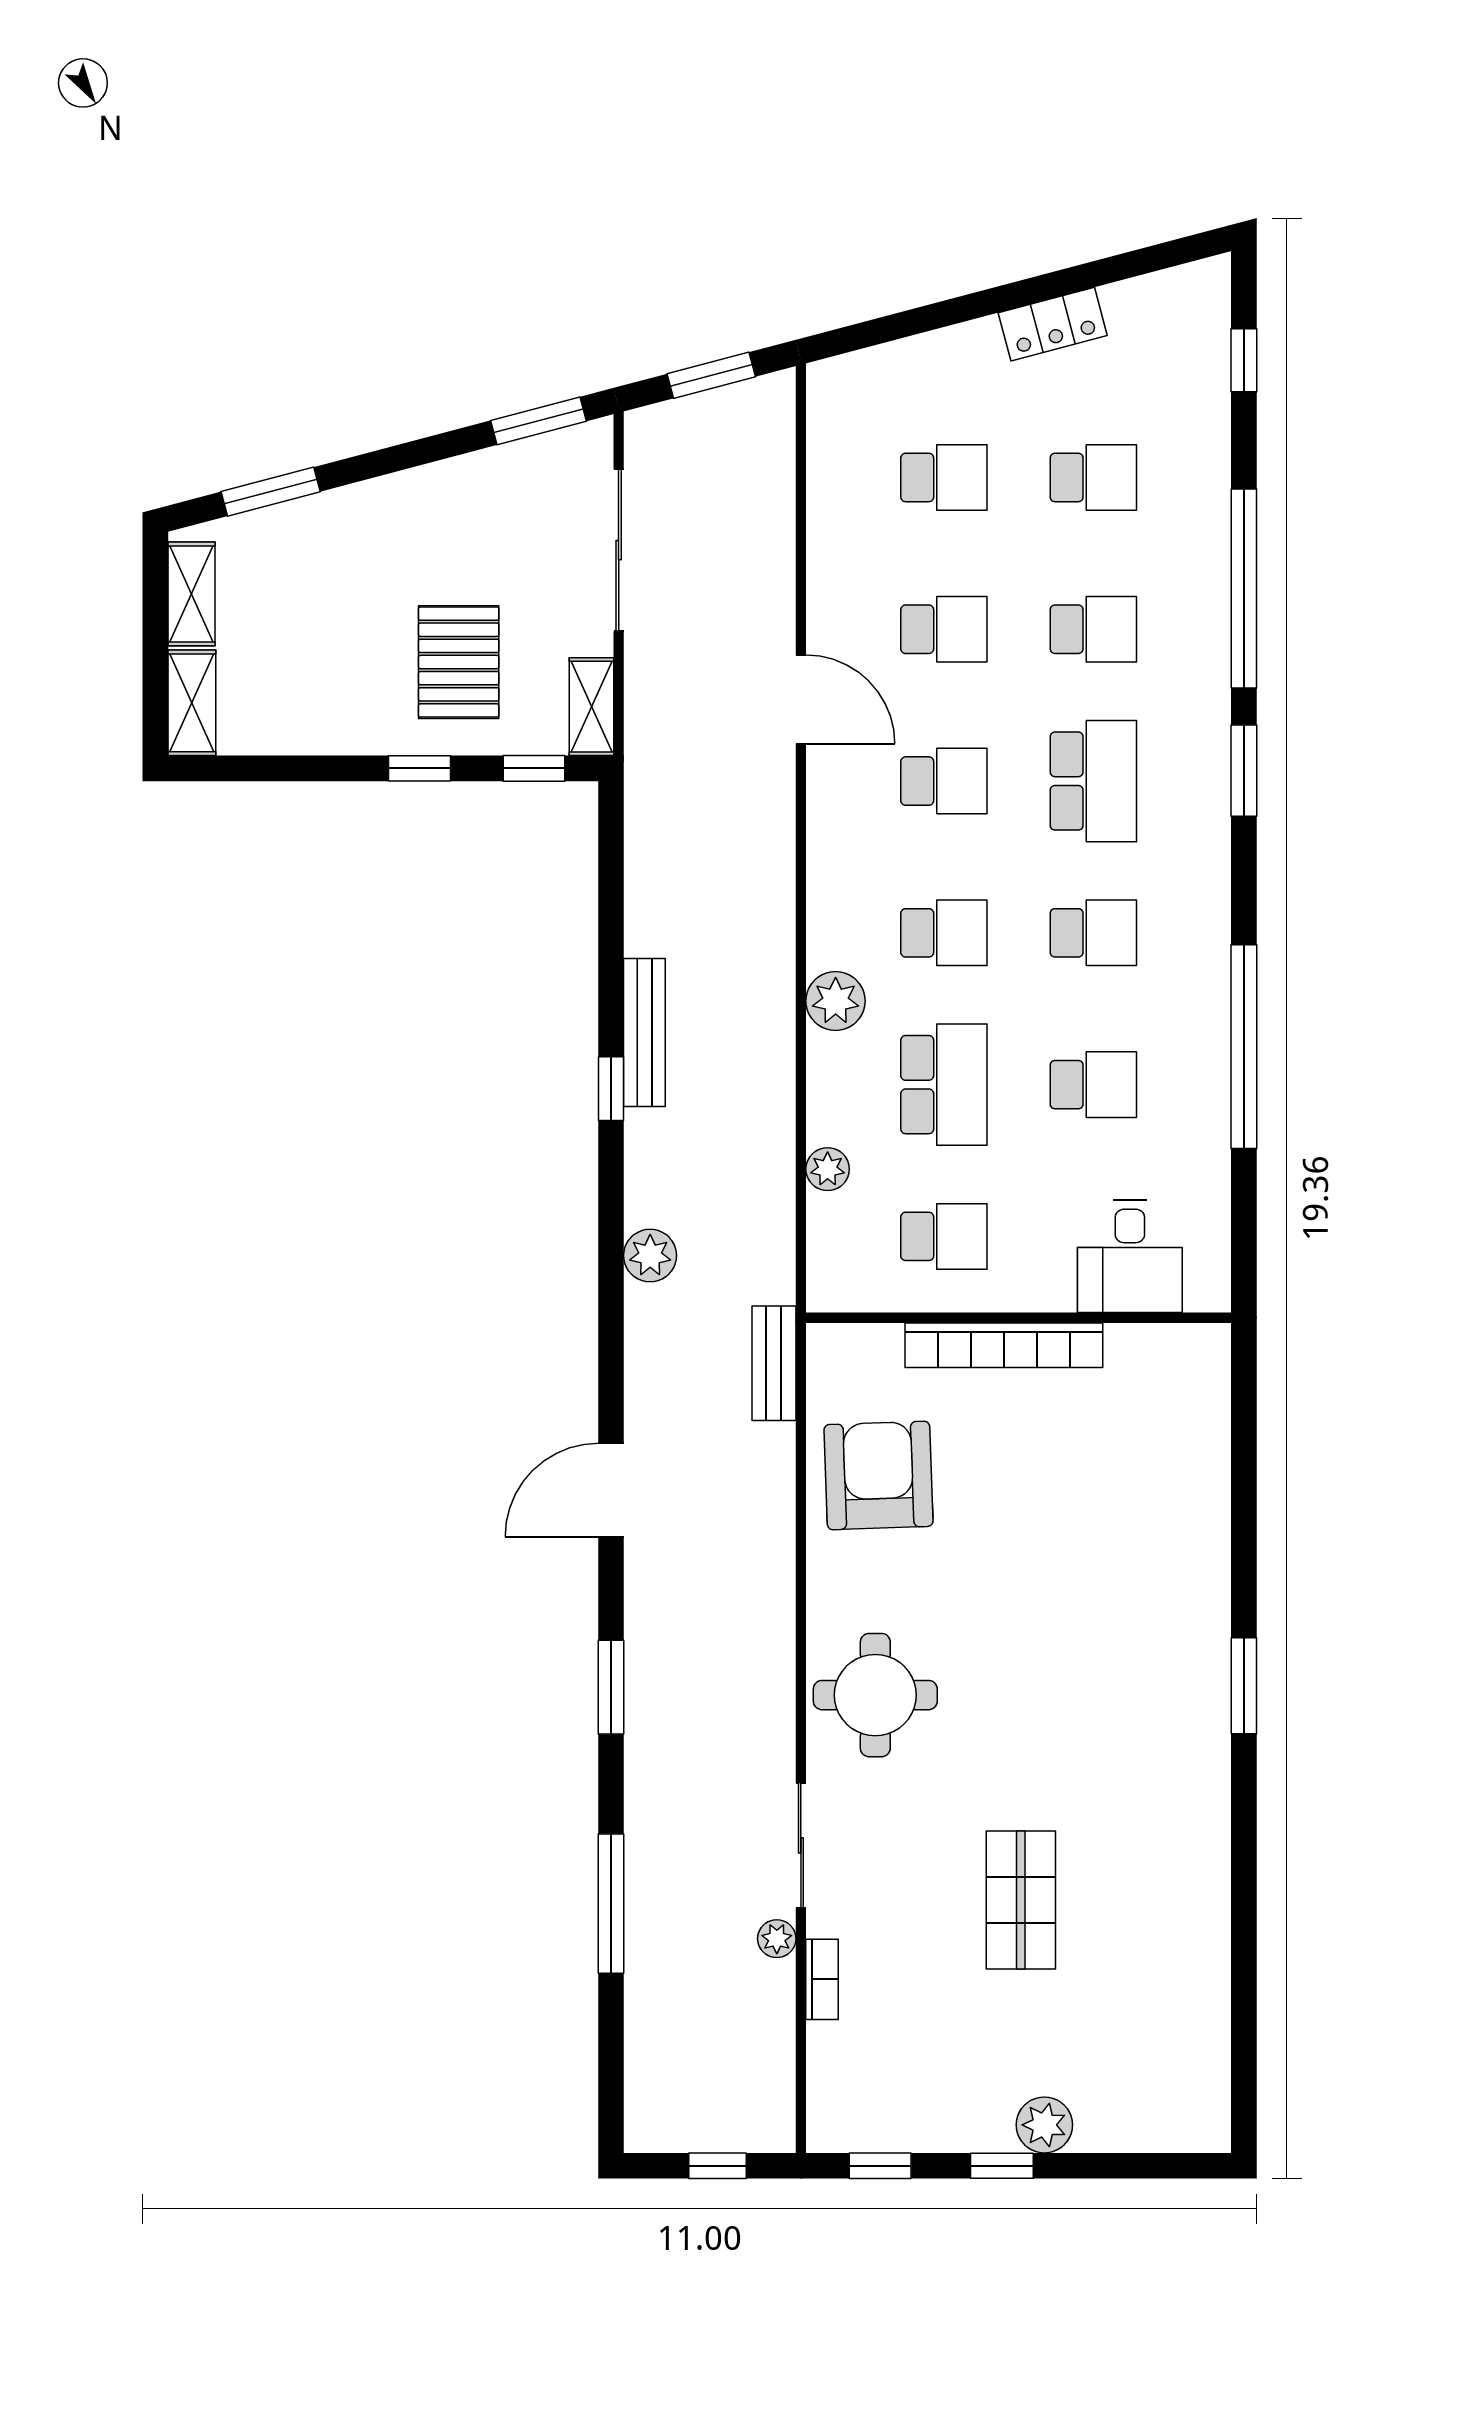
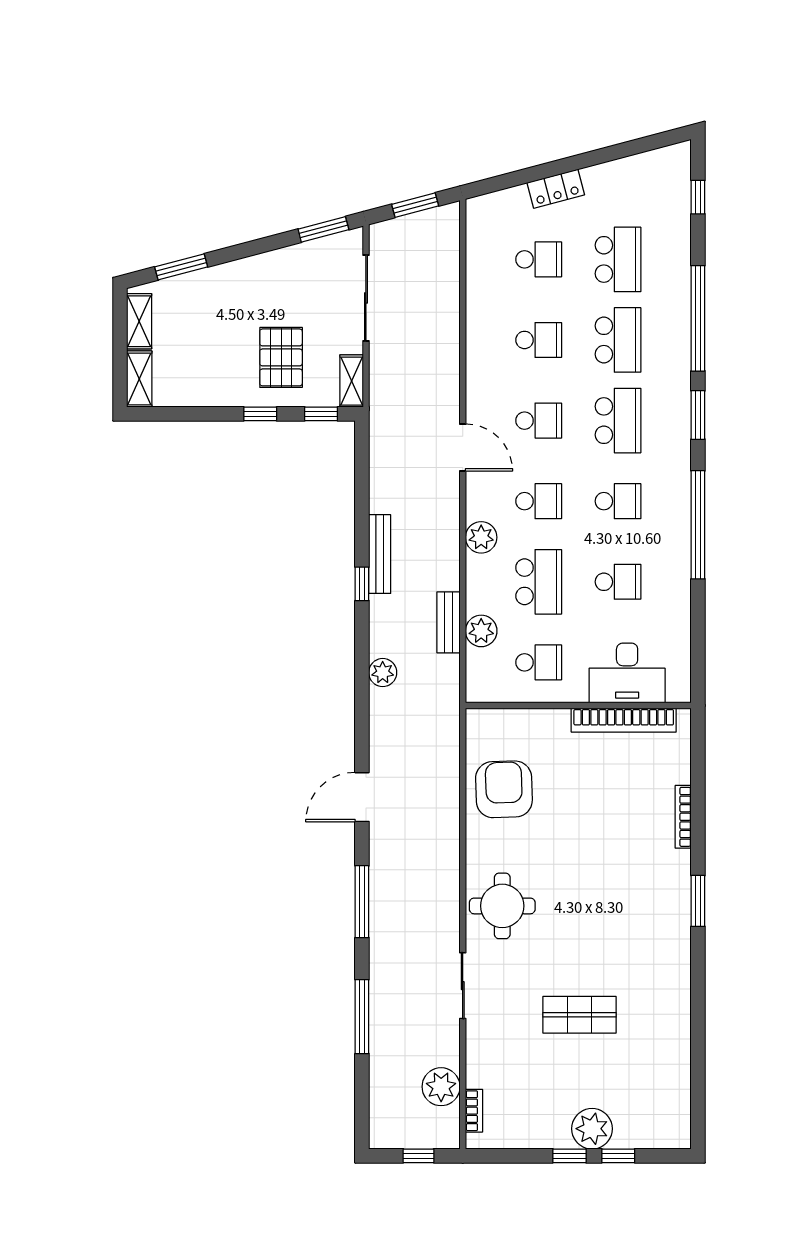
locker: (1053, 324) -> (556, 189), moved
school desk: (1093, 477) -> (618, 259), width x1.85
school desk: (1093, 629) -> (618, 340), width x1.85
door: (801, 699) -> (463, 447), moved
window: (1244, 1047) -> (698, 525), moved
plant: (828, 1169) -> (481, 631), width x1.38, depth x1.38
desk: (1130, 1256) -> (627, 673), width x1.37
bookcase: (1004, 1345) -> (624, 720), moved
bench: (774, 1363) -> (448, 622), moved
bookcase: (1216, 1527) -> (683, 817), added
window: (611, 1687) -> (362, 902), width x1.44
shop shelf: (1021, 1900) -> (579, 1015), turned 90
plant: (777, 1939) -> (441, 1087), moved, width x1.87, depth x1.87
bookcase: (822, 1979) -> (474, 1111), moved
plant: (1044, 2125) -> (592, 1129), width x1.36, depth x1.36
window: (880, 2166) -> (618, 1156), moved

